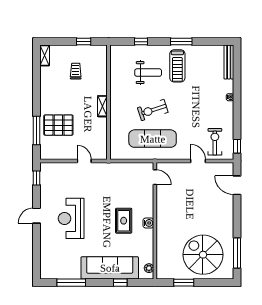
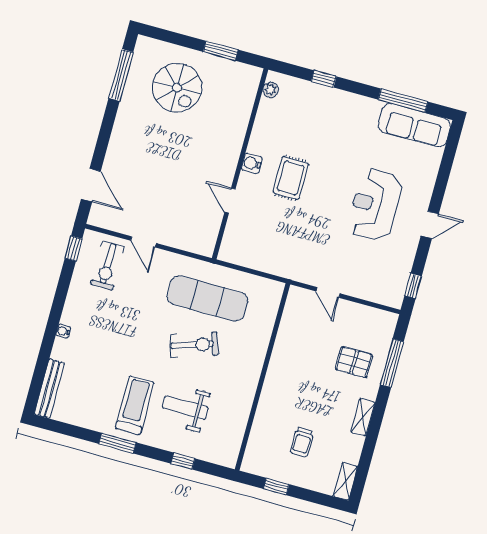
shelving: (102, 106) -> (363, 417), moved
pallet: (58, 125) -> (354, 362), width x0.67, depth x0.71
door: (155, 177) -> (230, 201), moved
reception desk: (71, 218) -> (375, 205), turned 180
spiral stairs: (203, 255) -> (177, 88), width x0.73, depth x0.73
sofa: (110, 268) -> (414, 125), moved, width x0.74, depth x0.79

